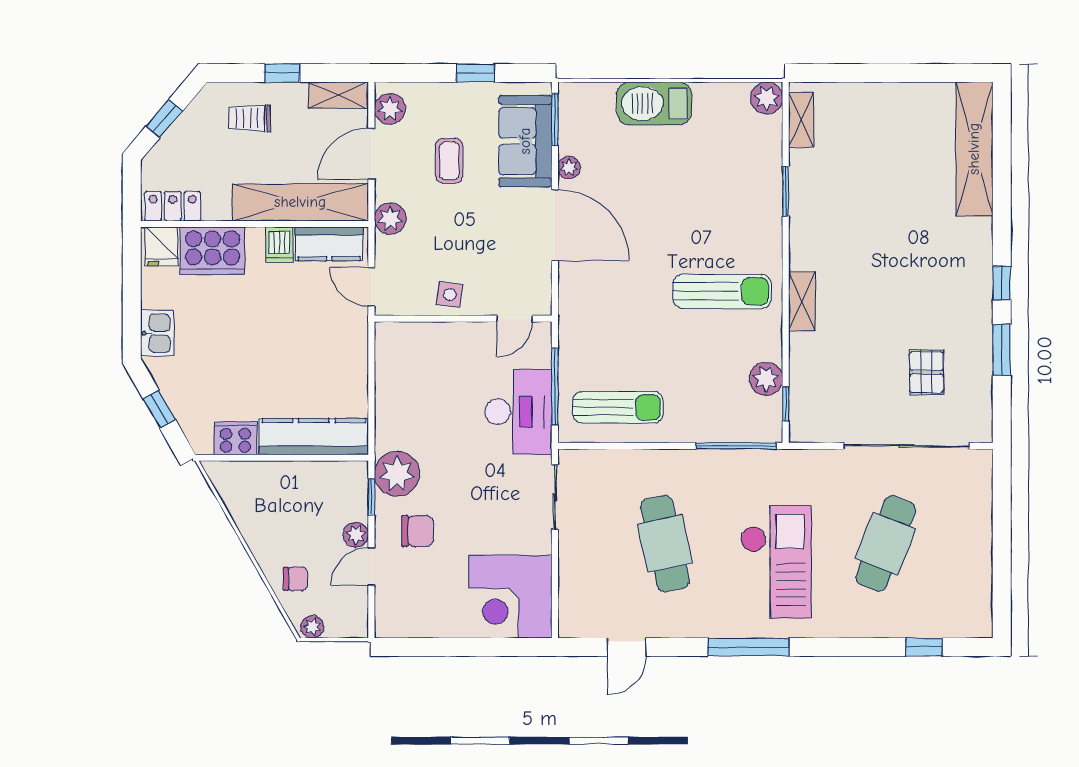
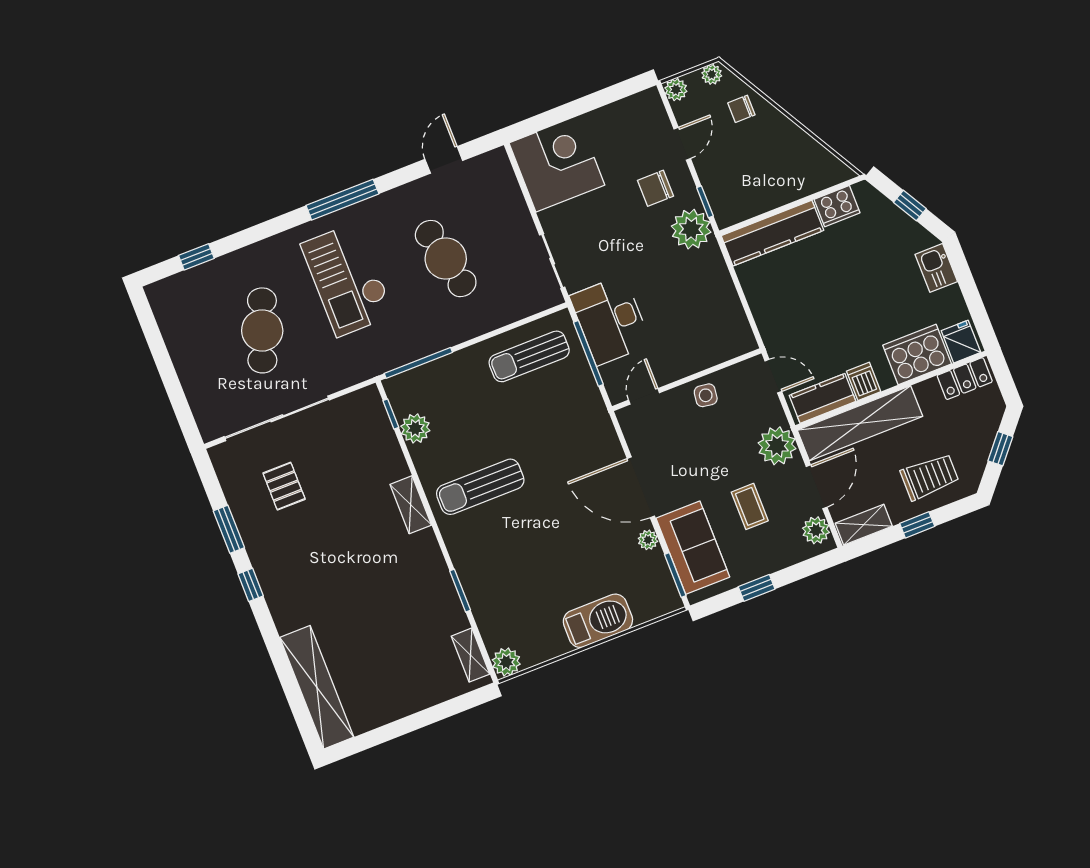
trolley: (250, 118) -> (930, 477), width x1.36, depth x1.39
plant: (390, 219) -> (777, 446), width x1.36, depth x1.36
plant: (356, 535) -> (676, 90), moved

